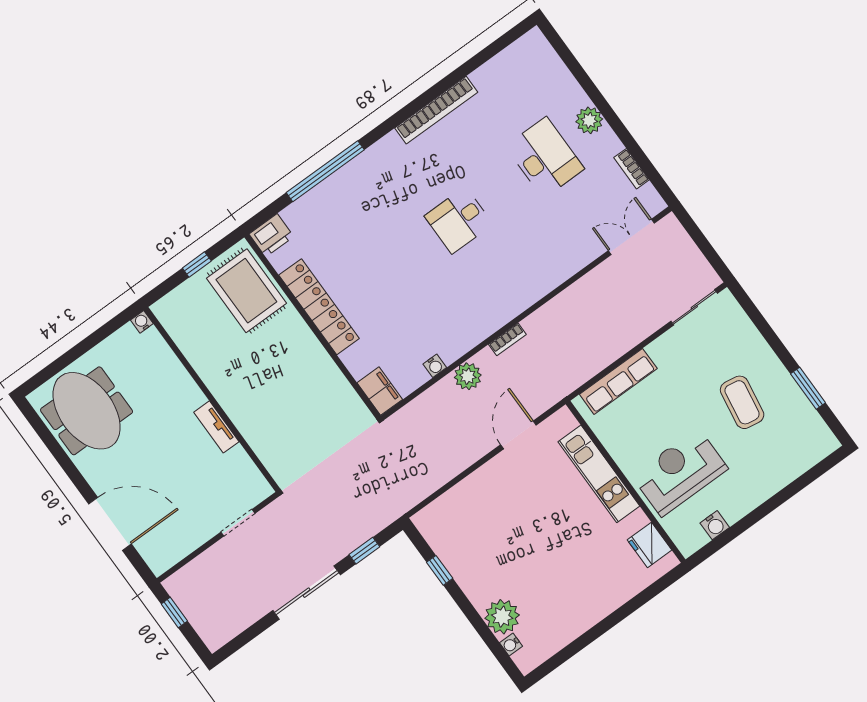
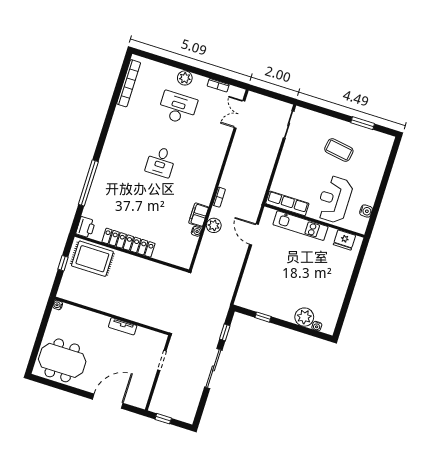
bookcase: (436, 110) -> (129, 83), moved
row of seats: (618, 381) -> (287, 203), moved, turned -90
filing cabinet: (380, 391) -> (199, 215), moved, turned -90

